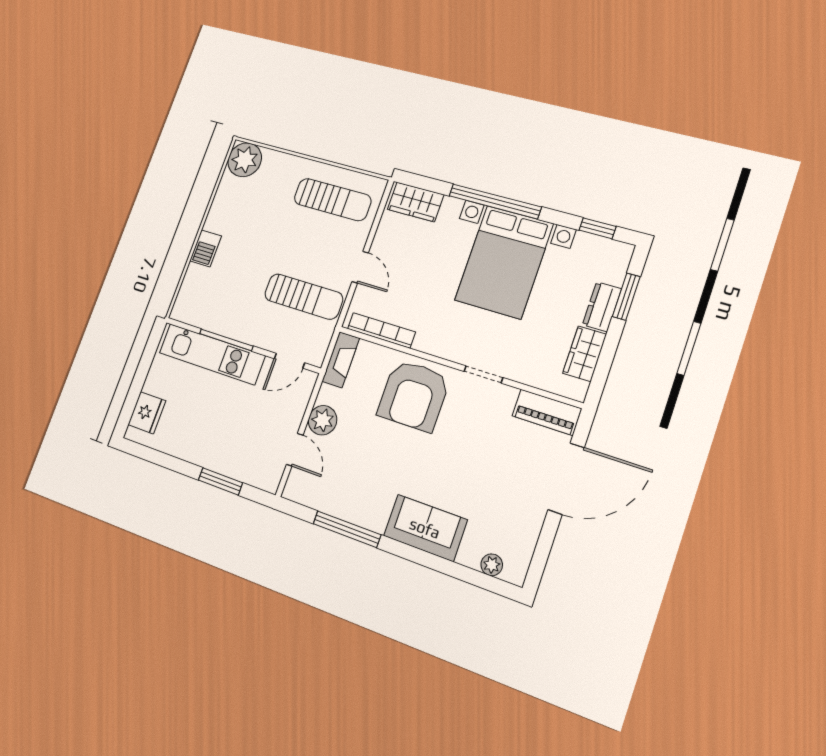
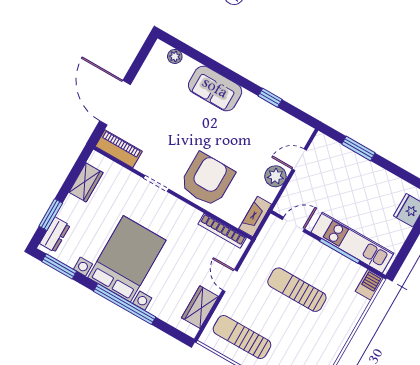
wardrobe: (416, 202) -> (200, 307), moved, turned -90
window: (598, 228) -> (59, 266), width x1.50
barbecue: (206, 248) -> (369, 285), moved
sun lounger: (304, 297) -> (297, 290), moved
dresser: (602, 307) -> (55, 234), moved
door: (295, 450) -> (299, 160), hinge flipped
door: (566, 479) -> (115, 103), hinge flipped
window: (347, 529) -> (270, 98), width x0.46

